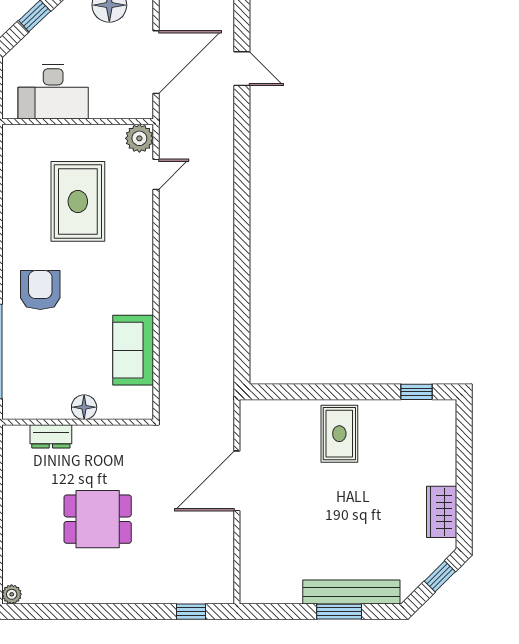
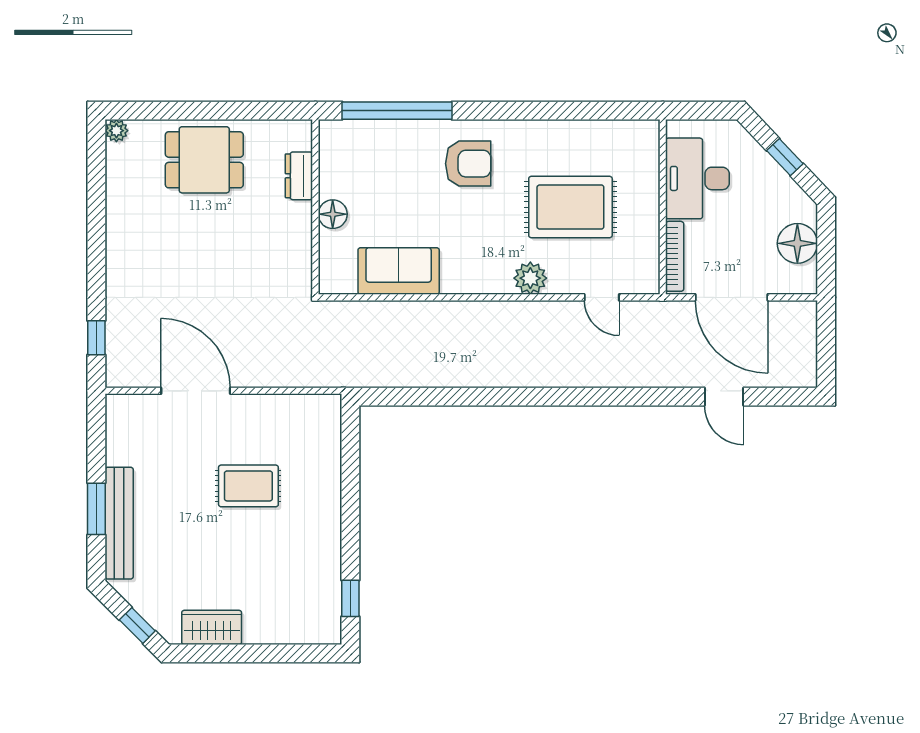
door: (242, 69) -> (724, 397), hinge flipped
bookcase: (121, 111) -> (675, 256), added
plant: (139, 138) -> (530, 278), moved
rug: (339, 434) -> (248, 486), moved
door: (237, 481) -> (196, 391), moved
dining table: (98, 519) -> (204, 160), moved, turned 90

